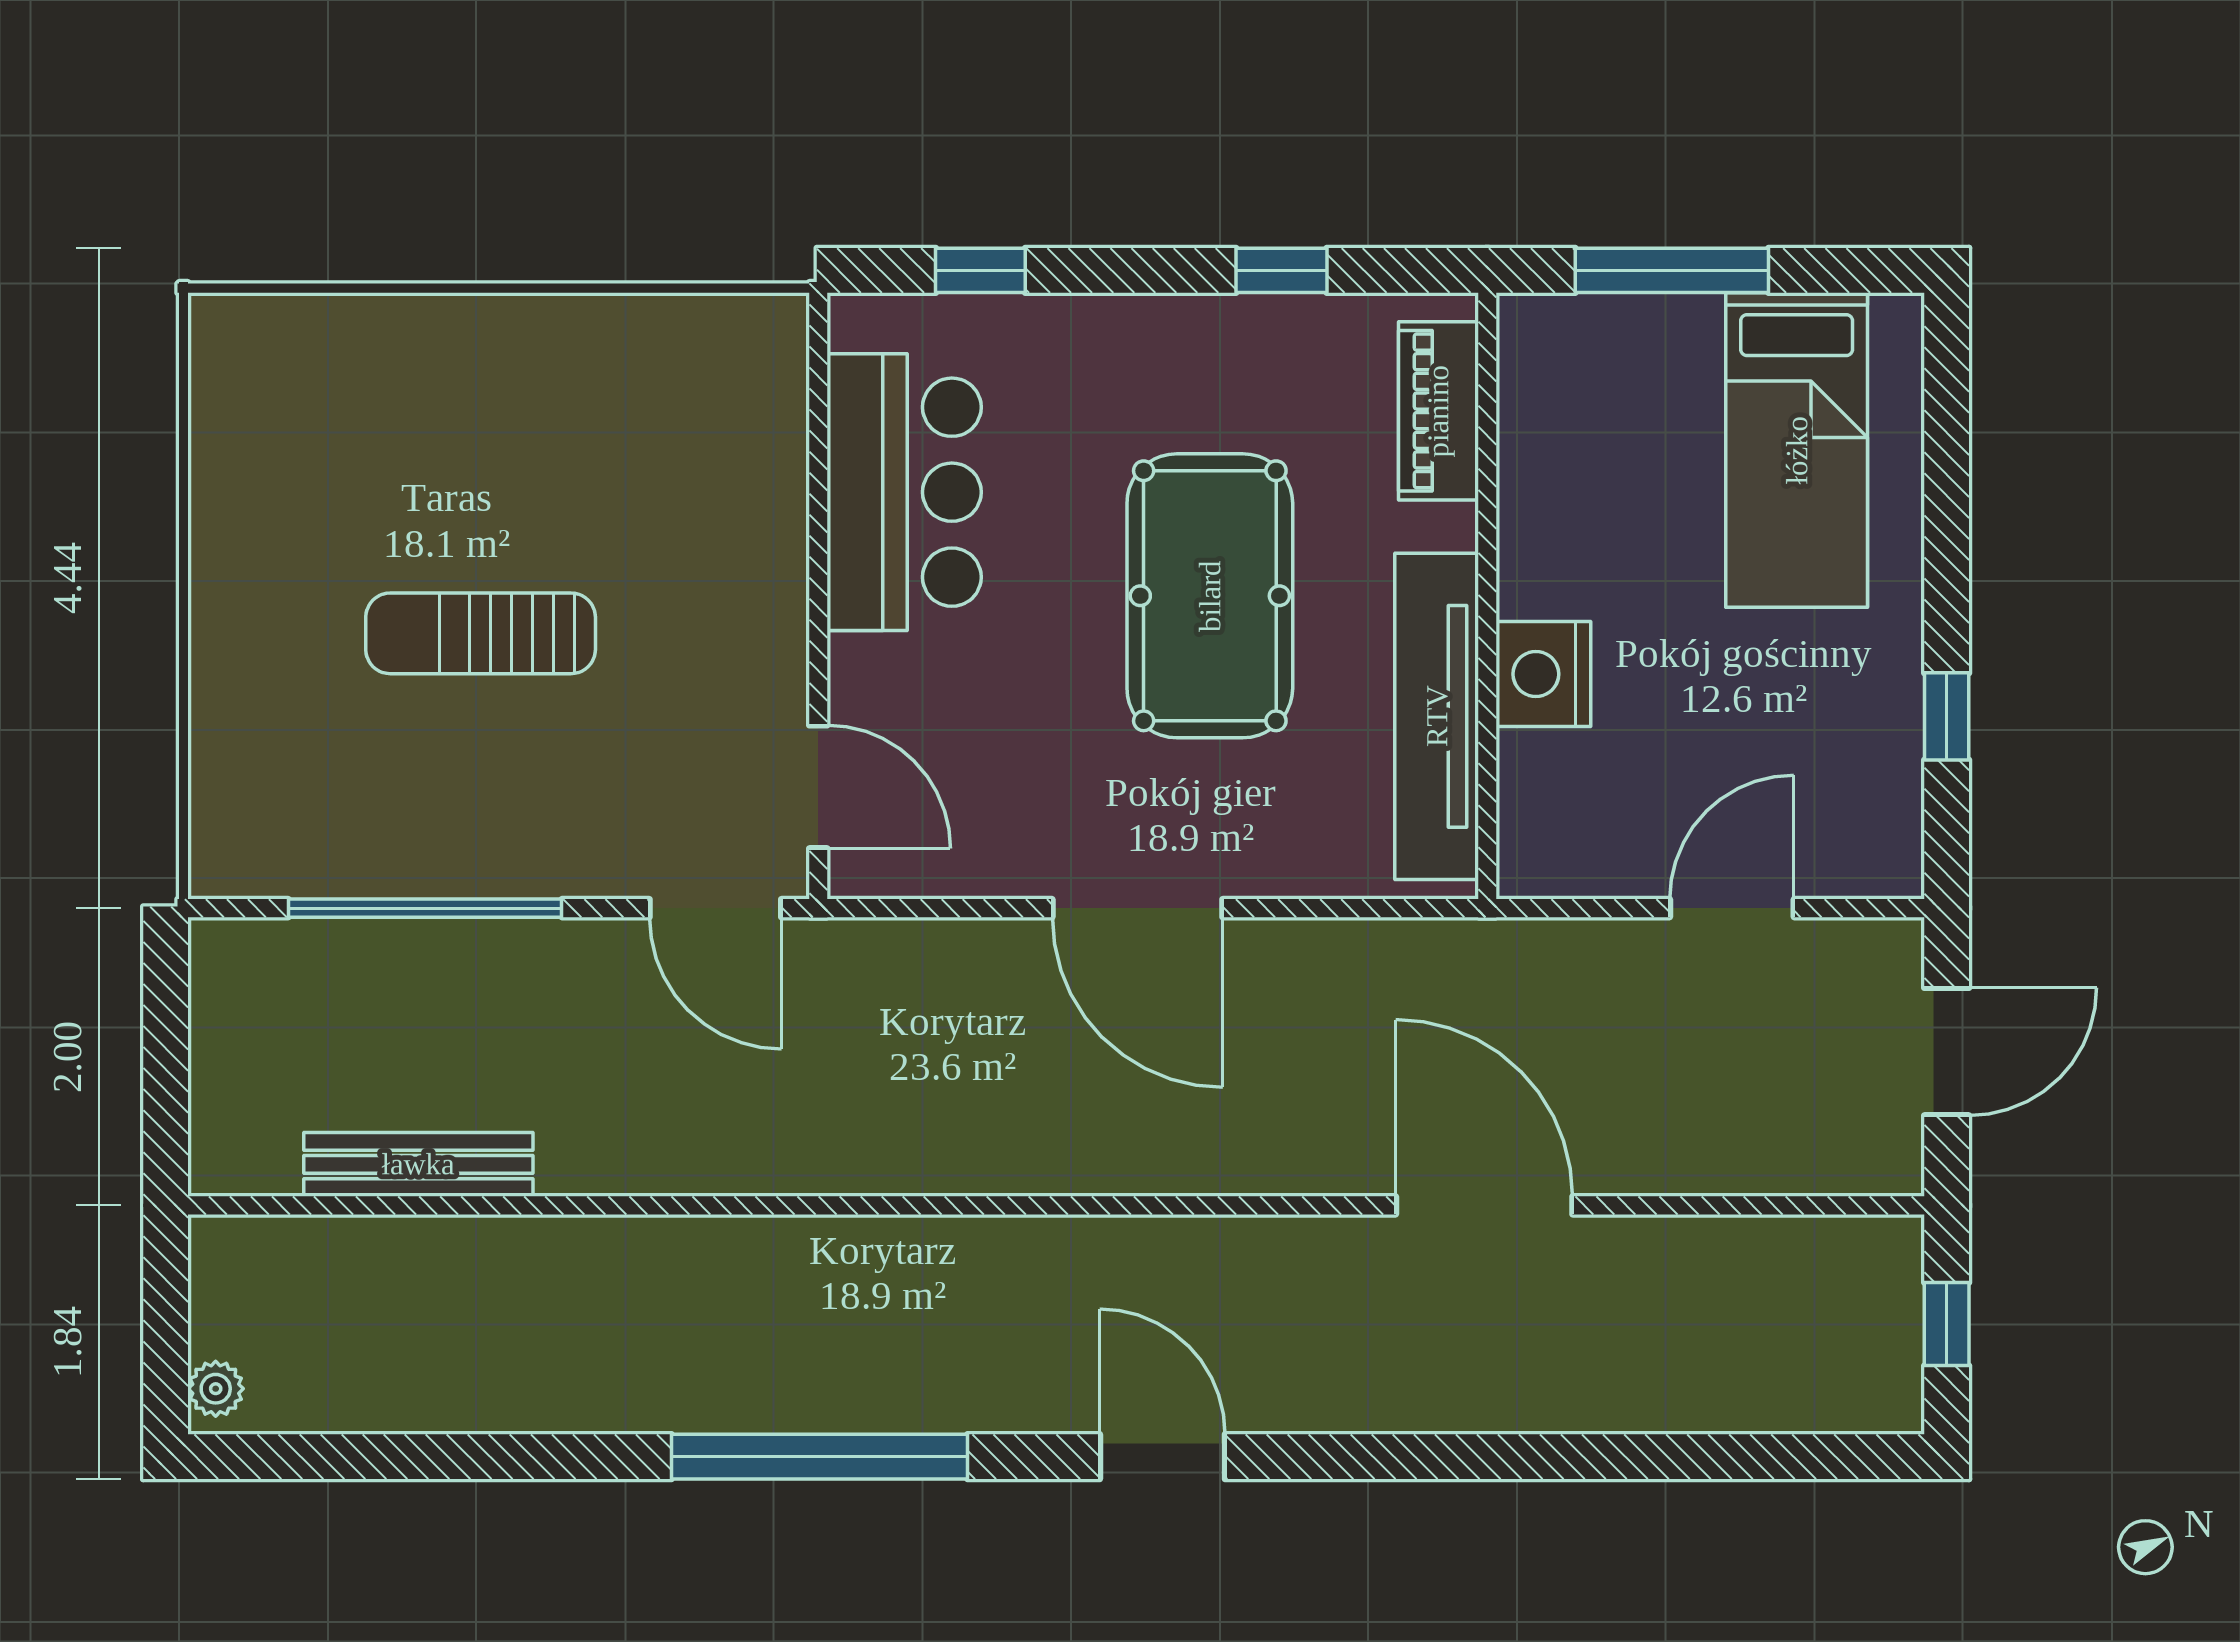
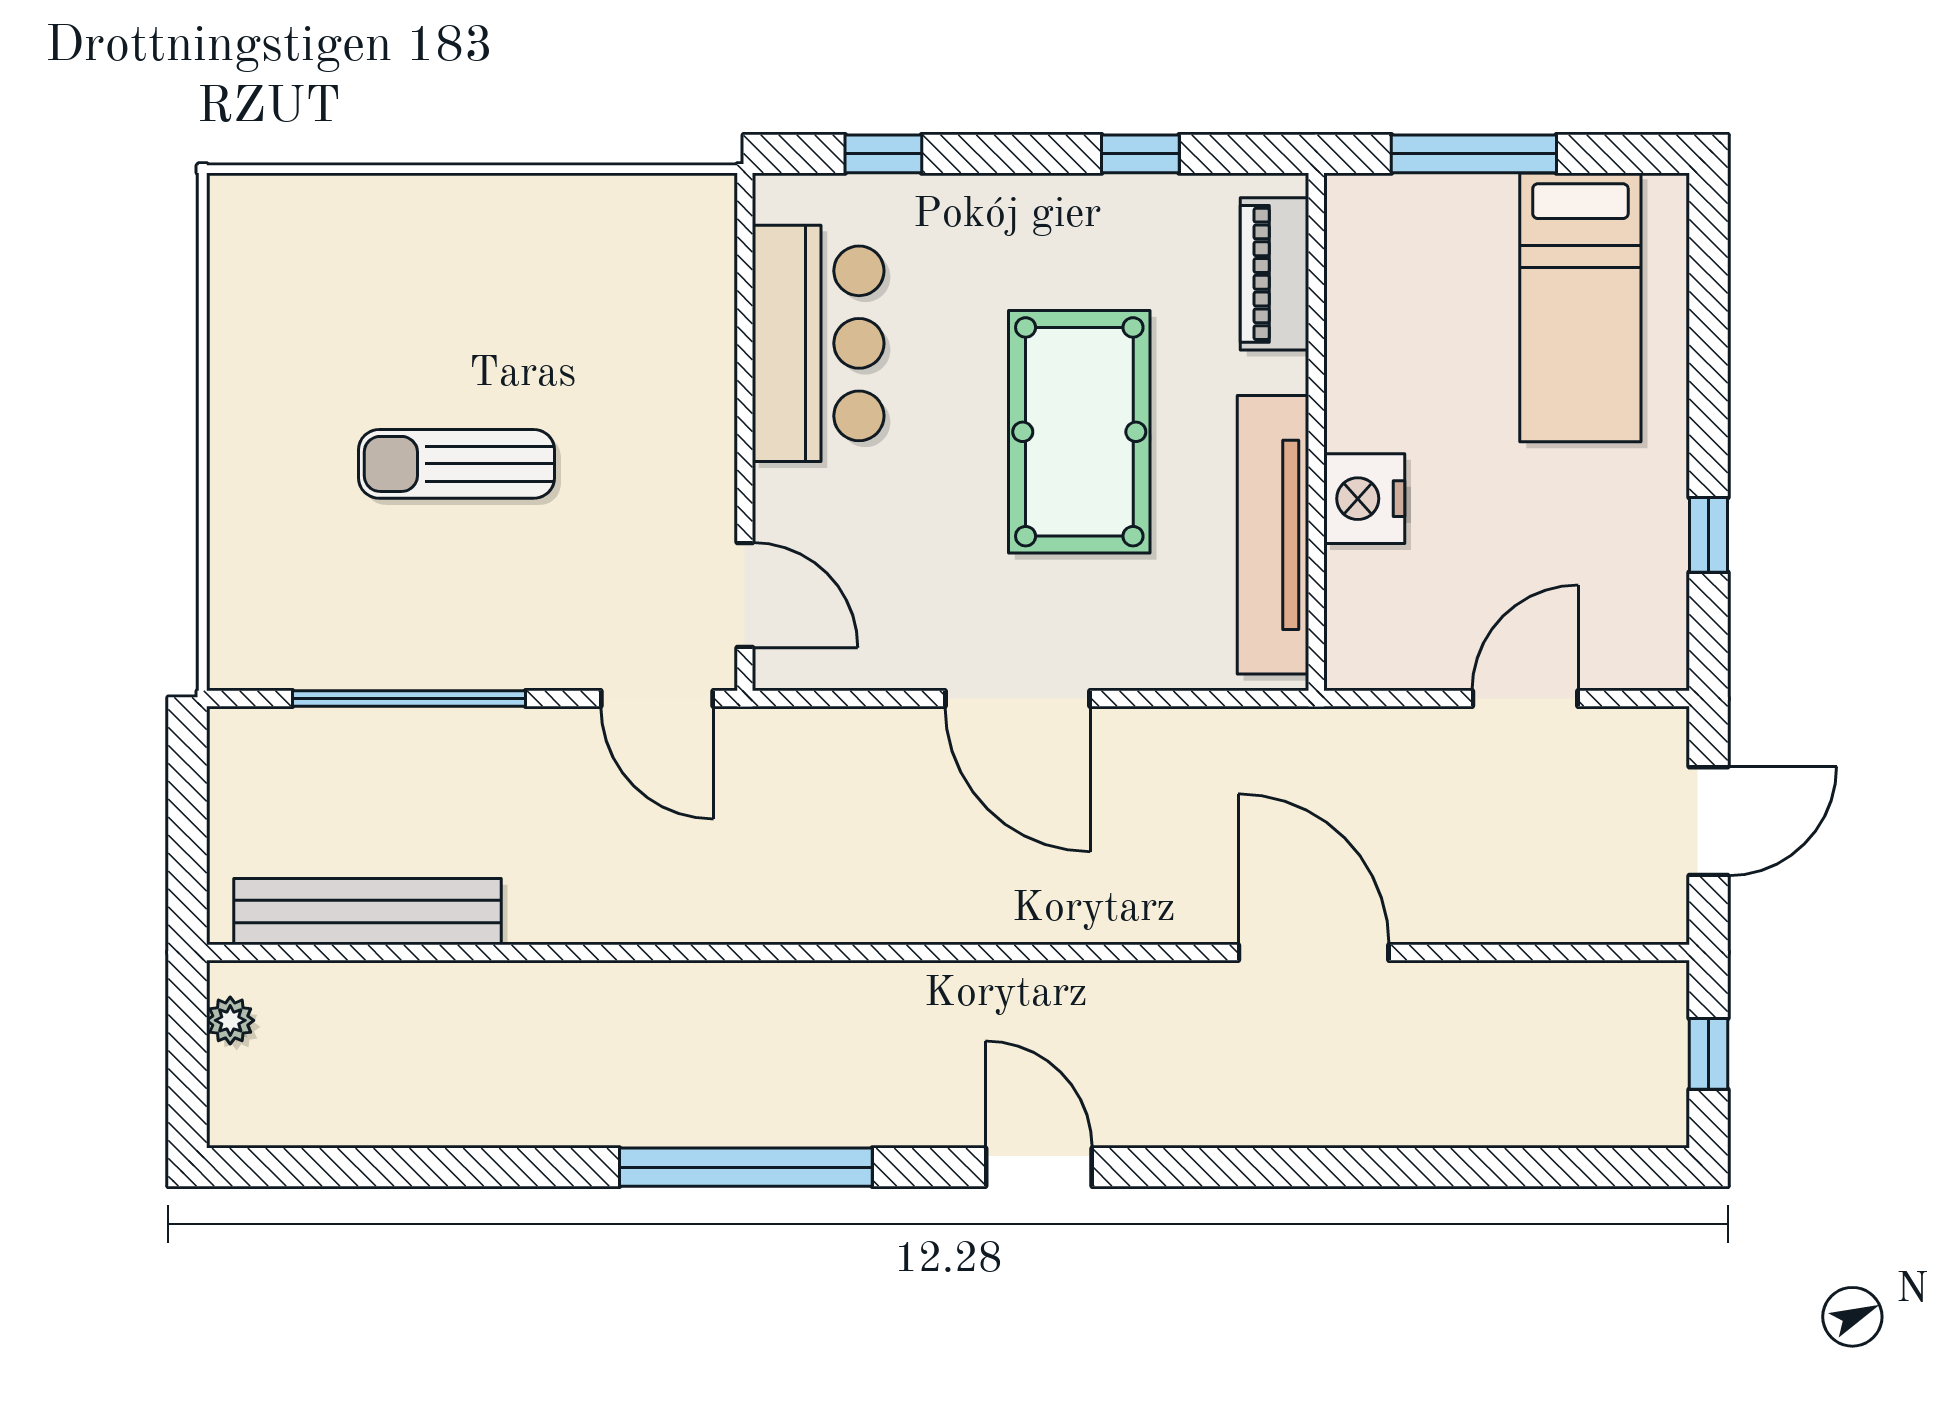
bench: (418, 1164) -> (367, 912), width x1.37, depth x1.21
plant: (216, 1389) -> (230, 1020), moved

